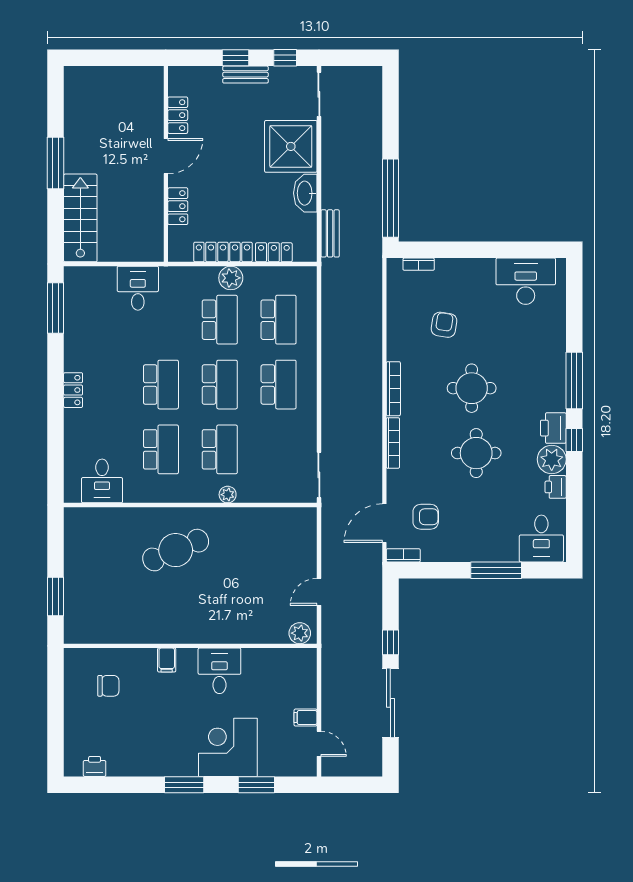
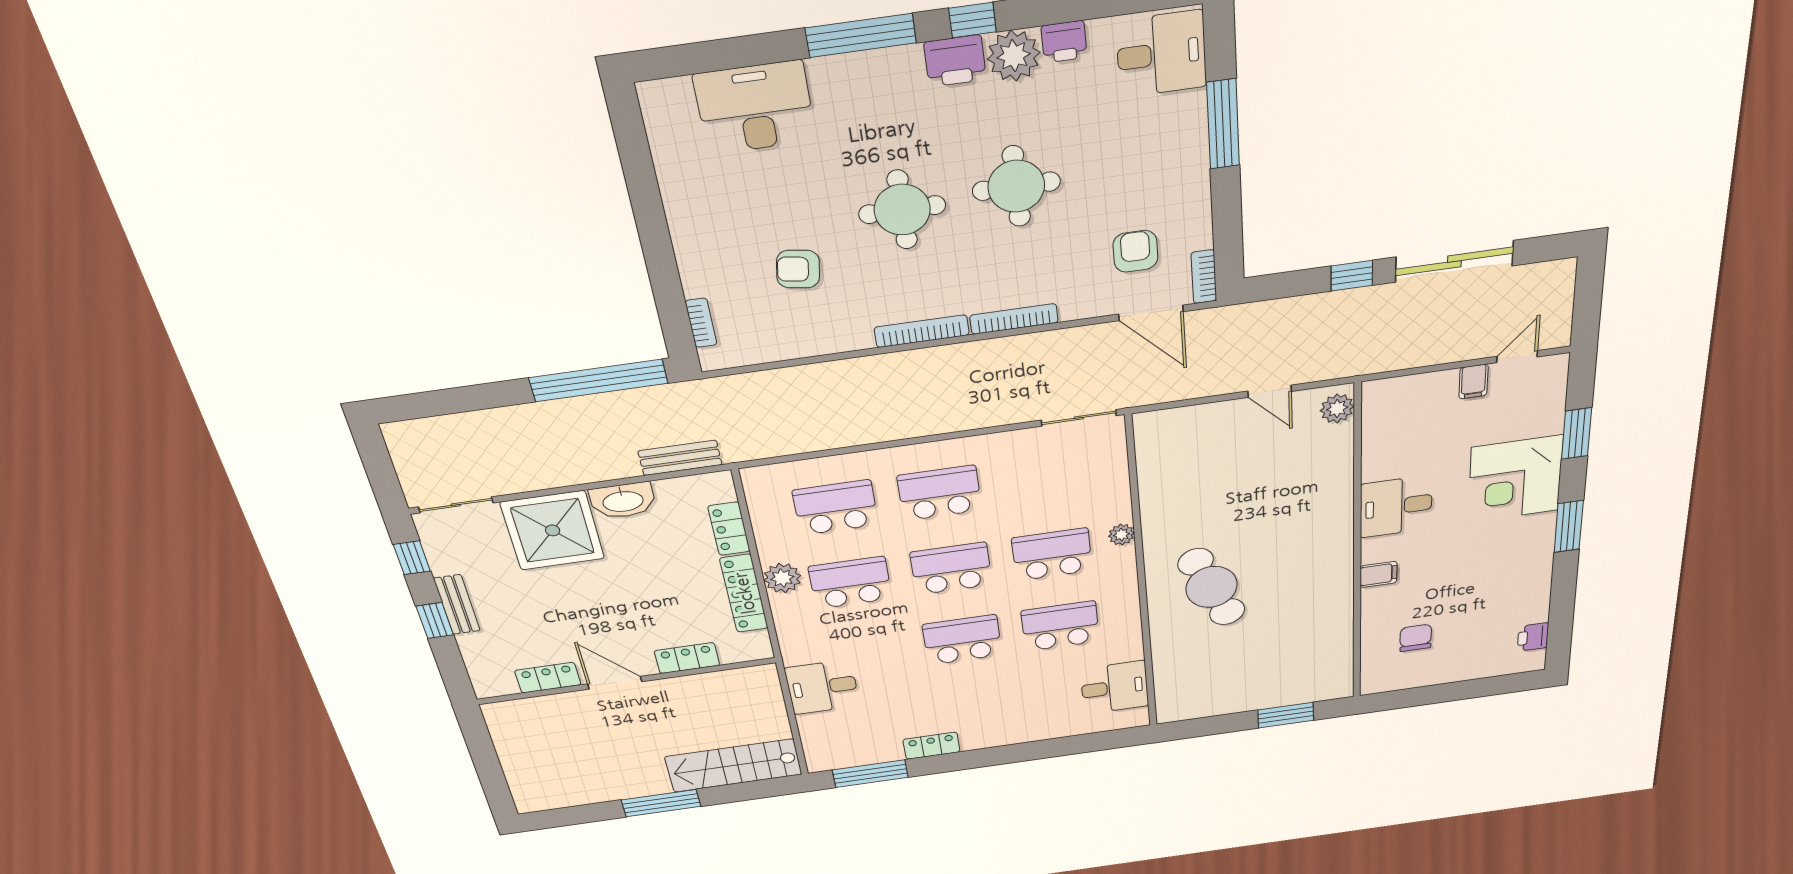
desk: (526, 281) -> (755, 108), moved, turned 90
locker: (73, 390) -> (932, 746), moved

